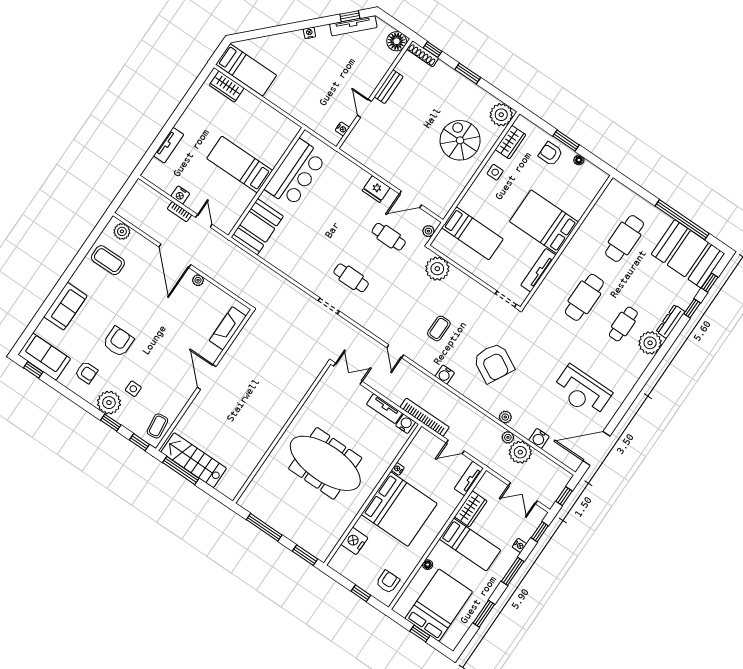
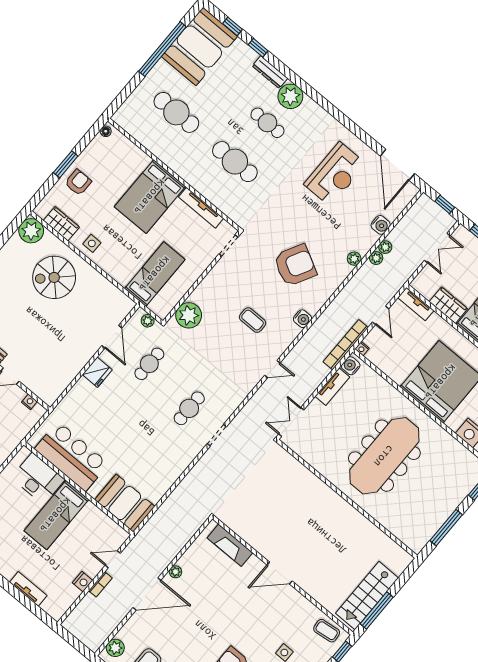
desk: (272, 144) -> (38, 479), added
armchair: (551, 154) -> (78, 182), turned 180
floor lamp: (579, 160) -> (106, 131), moved
plant: (520, 452) -> (385, 247), width x0.53, depth x0.53
nightstand: (398, 469) -> (362, 349), moved

